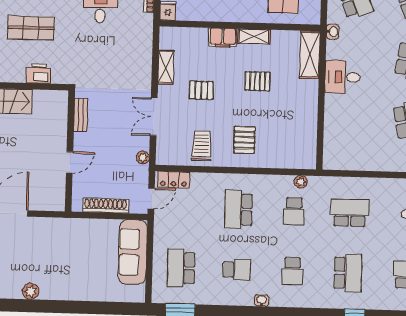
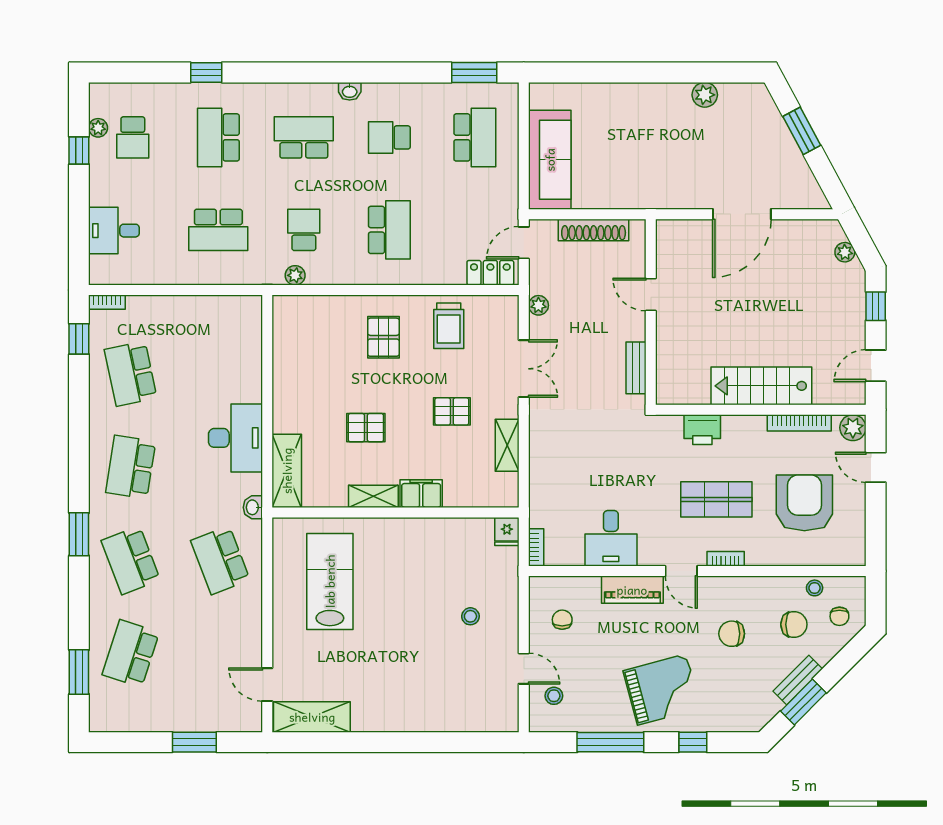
desk: (343, 77) -> (235, 438), width x1.37
door: (70, 162) -> (651, 295), hinge flipped
school desk: (292, 271) -> (304, 137), width x1.85

